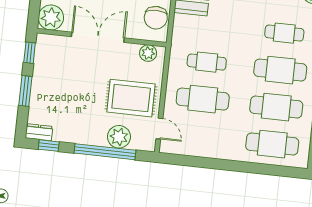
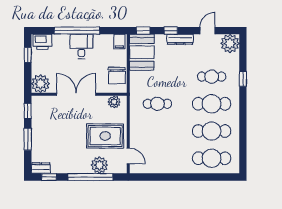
cafe table: (203, 99) -> (157, 131), removed

